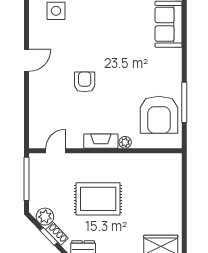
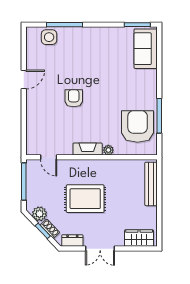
armchair: (159, 115) -> (138, 126), turned 180
door: (56, 151) -> (49, 157), swing flipped
bench: (175, 182) -> (151, 184), added

